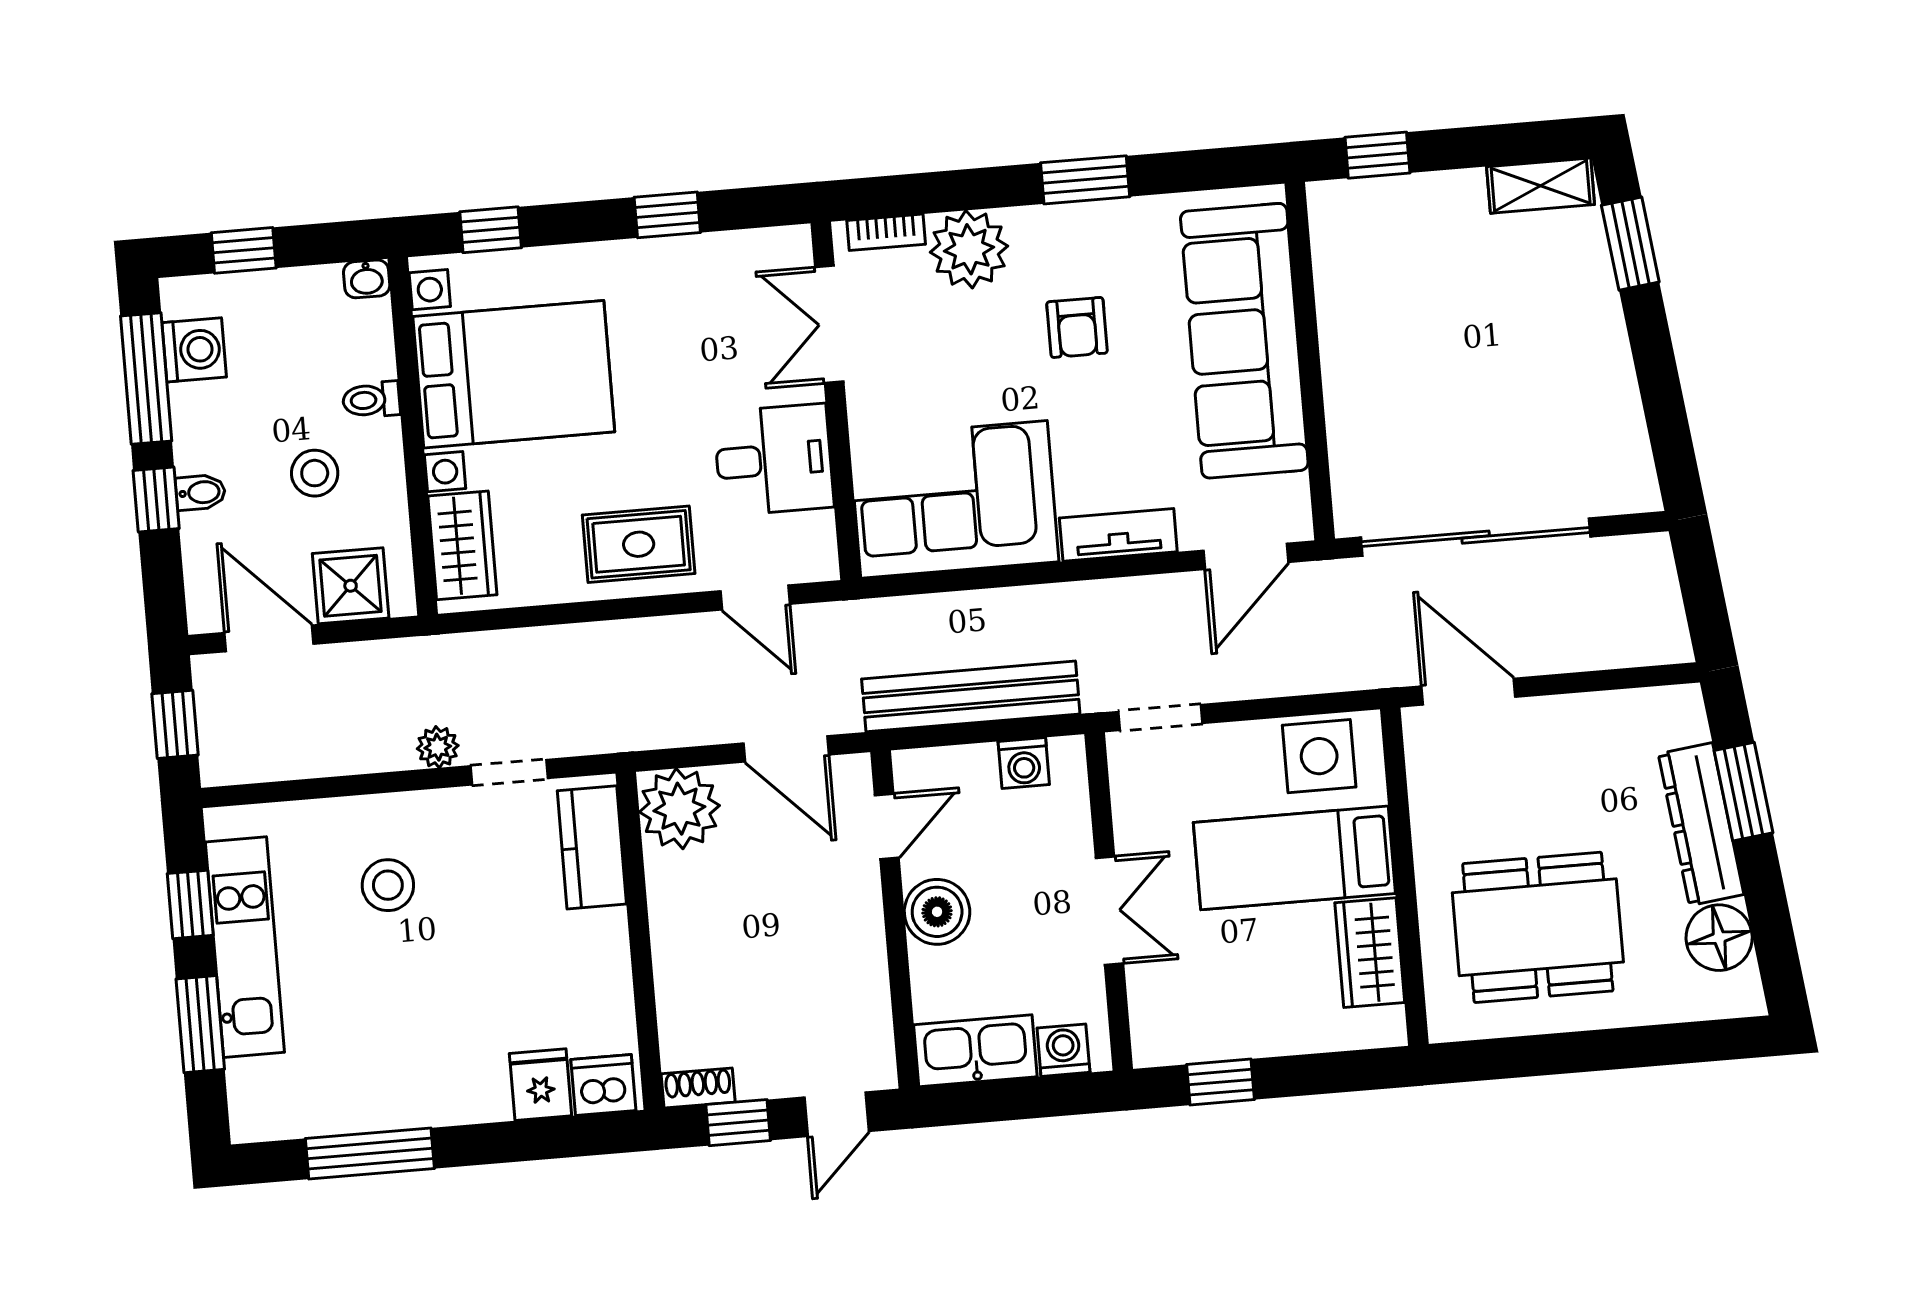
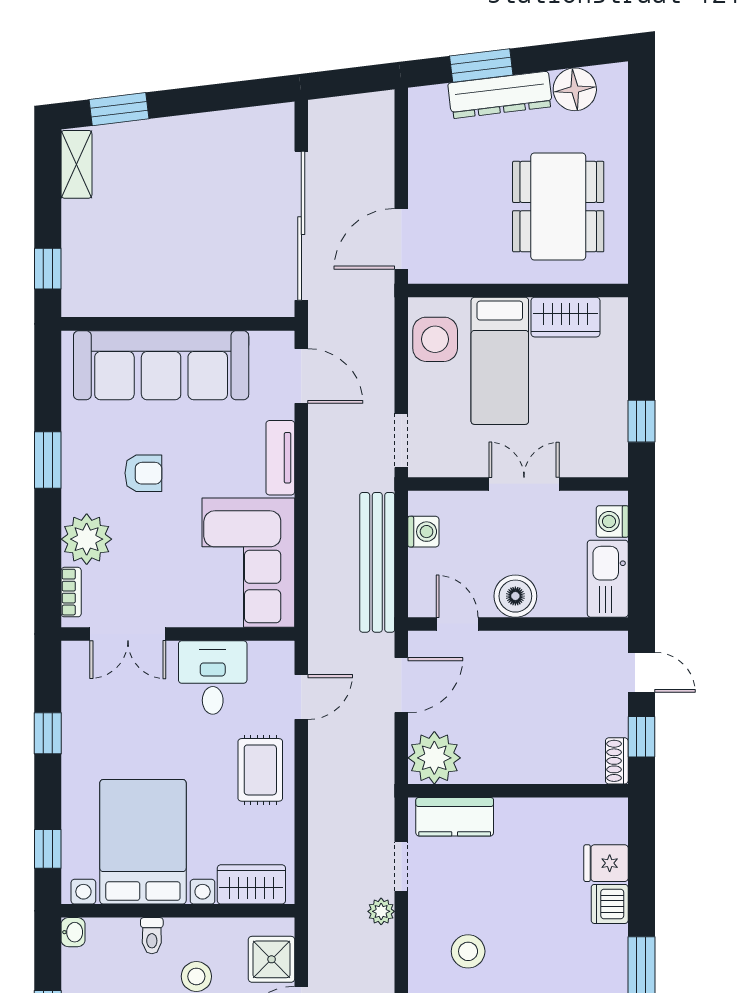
dishwasher: (603, 1085) -> (610, 904), moved

